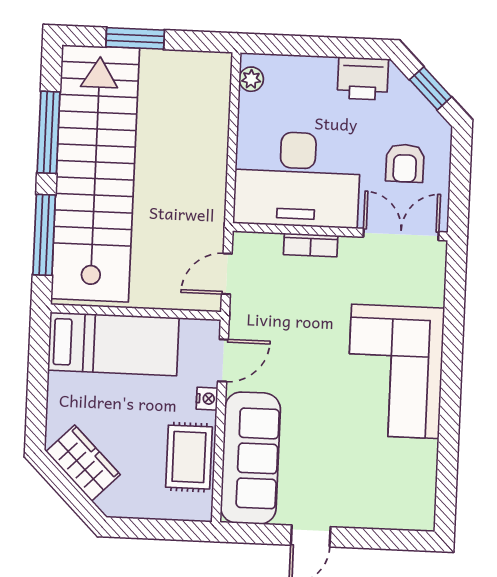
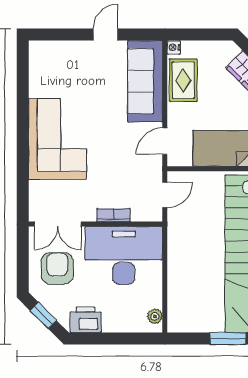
armchair: (405, 163) -> (57, 268), width x1.38, depth x1.38
nightstand: (207, 399) -> (174, 47), moved

